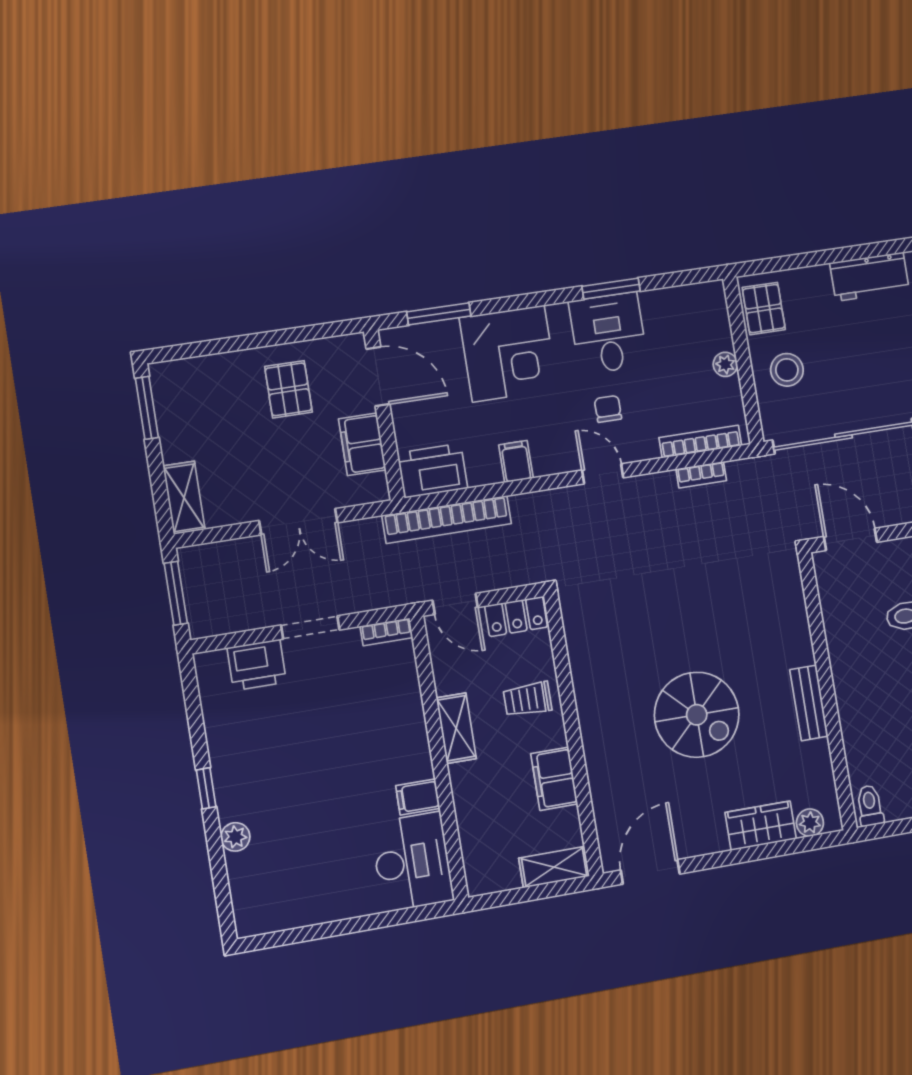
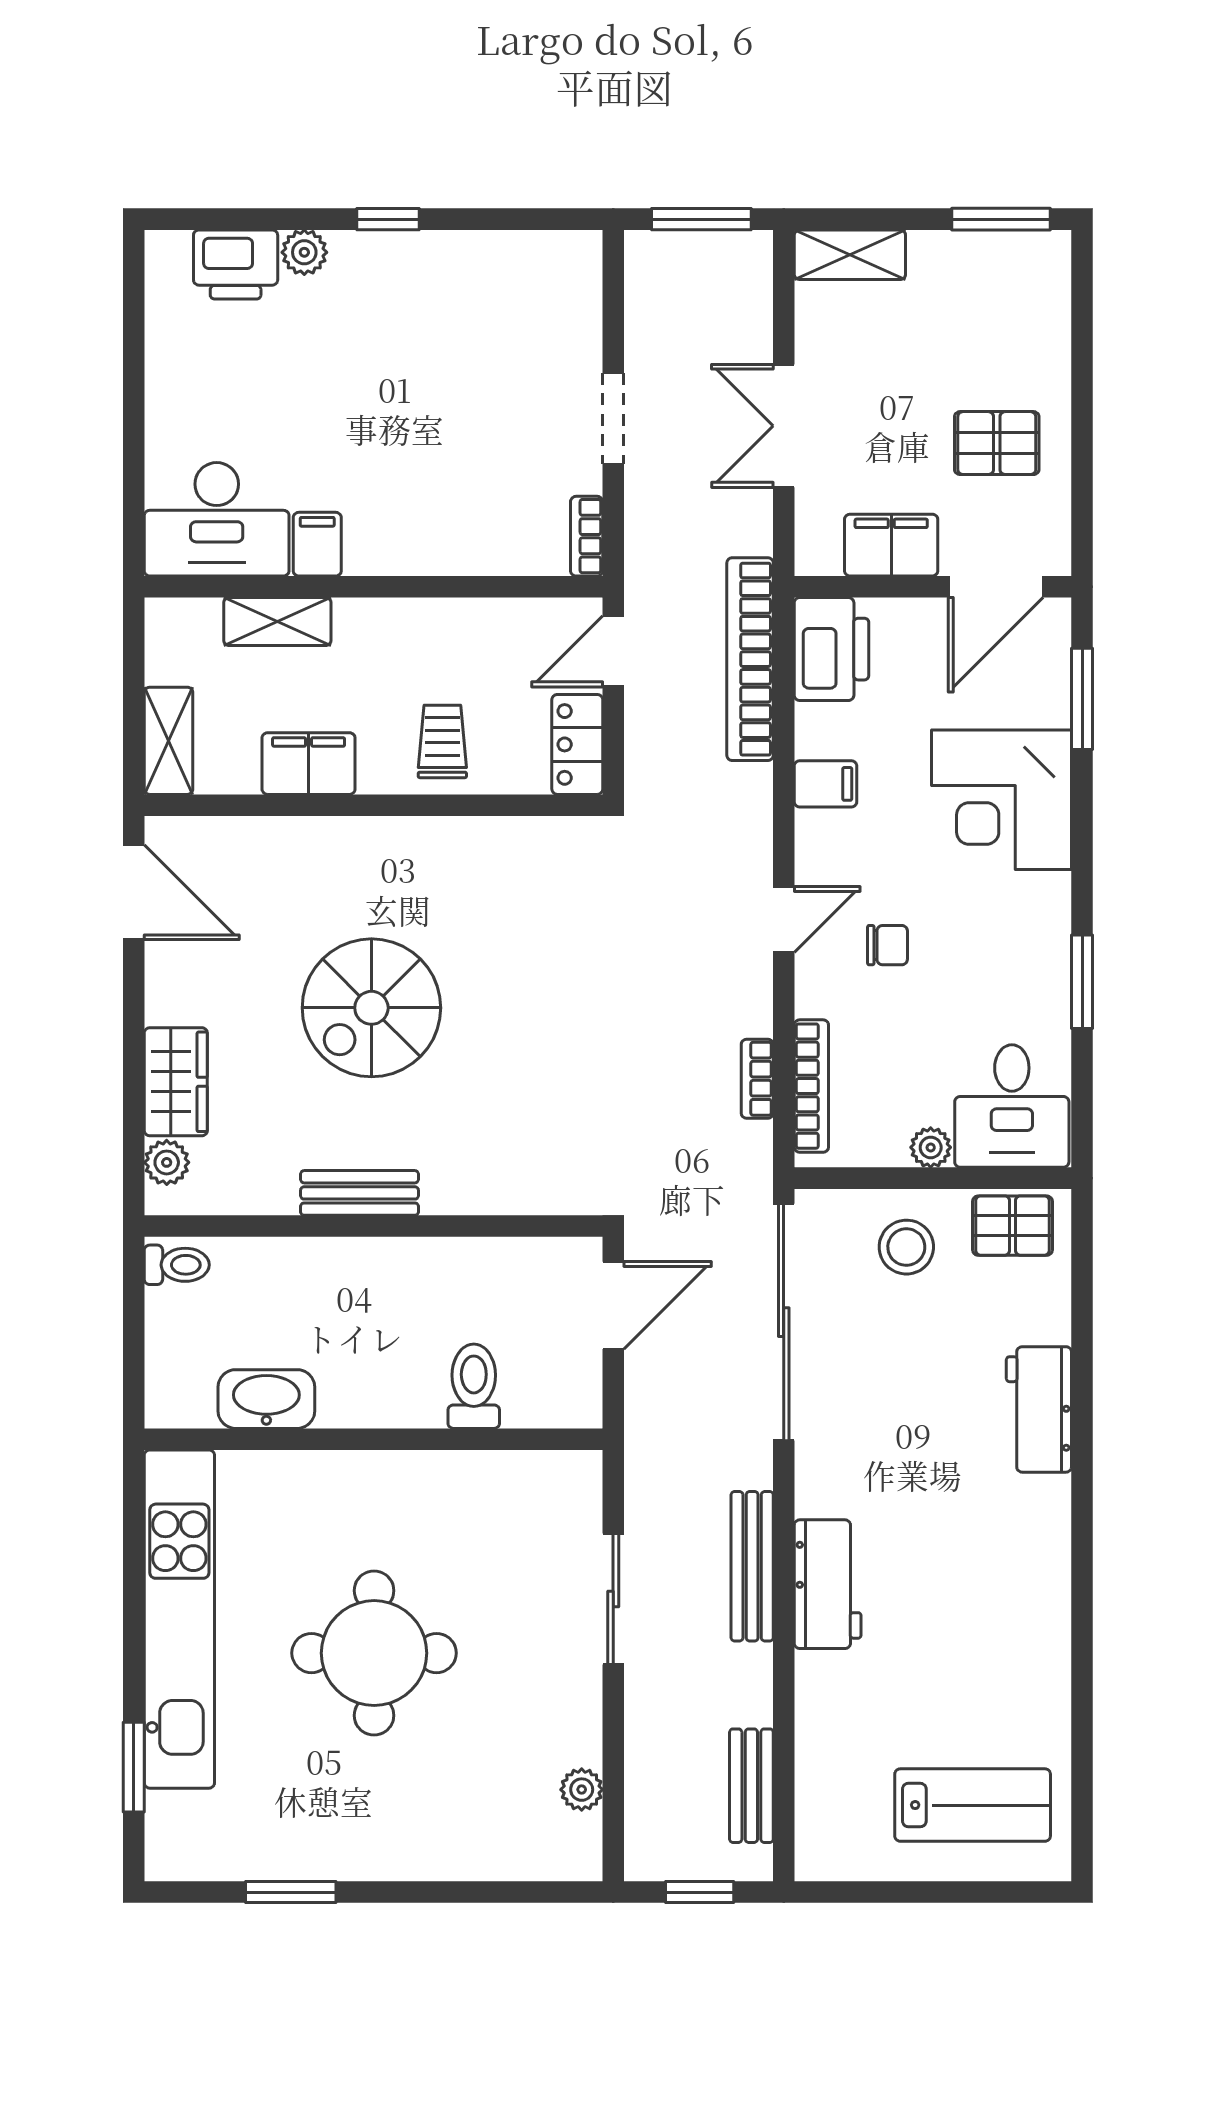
desk: (608, 333) -> (1012, 1106), moved, turned 90
printer: (257, 665) -> (236, 264), moved, turned -90
shelving: (456, 728) -> (277, 622), moved

